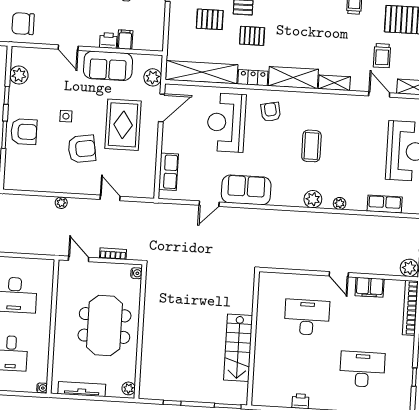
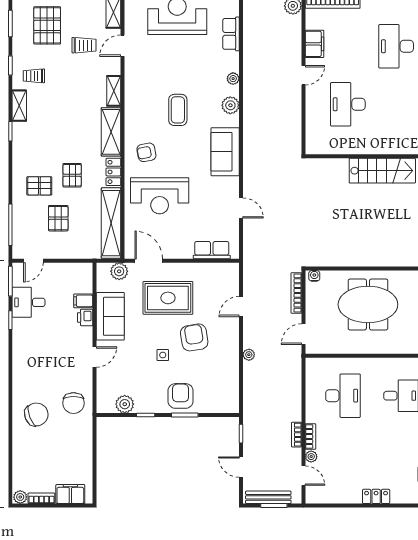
coffee table: (311, 146) -> (178, 110), turned 90
sofa: (246, 190) -> (225, 152), moved
bookcase: (113, 254) -> (296, 293), width x1.56

